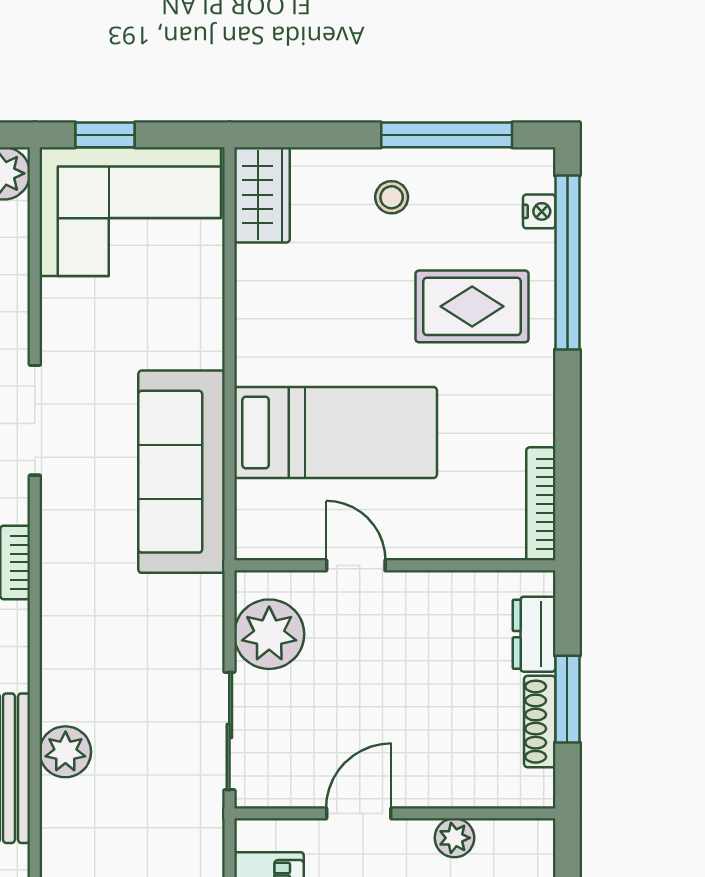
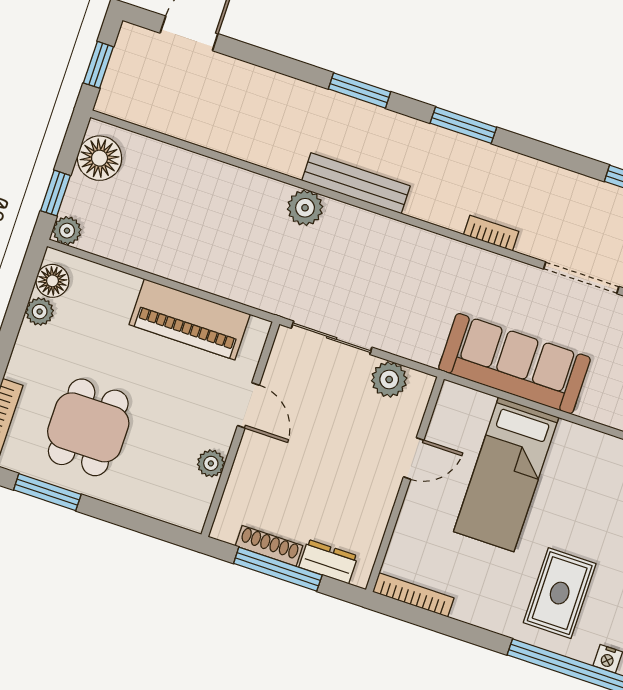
plant: (269, 634) -> (389, 379), width x0.73, depth x0.73
window: (567, 699) -> (278, 569), width x1.44
plant: (65, 752) -> (305, 208), moved

